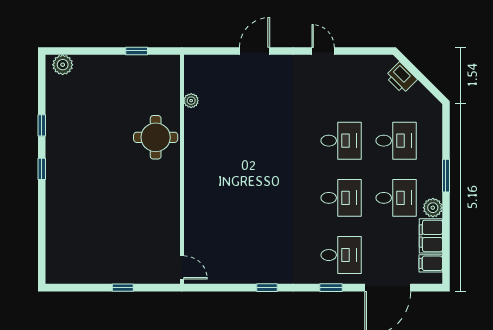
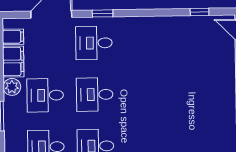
window: (267, 288) -> (200, 12), moved

